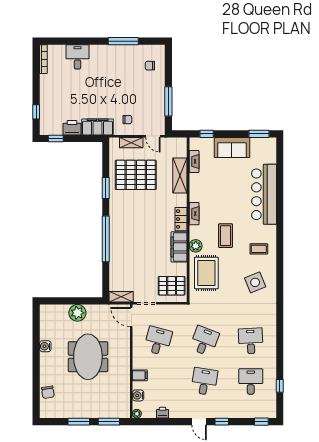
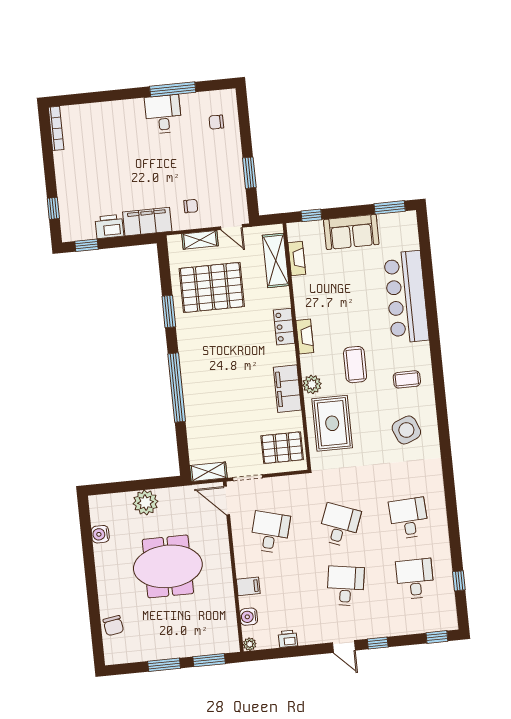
desk: (77, 57) -> (163, 114), moved
window: (168, 101) -> (249, 173), width x0.69
shelving: (180, 175) -> (276, 260), moved
locker: (181, 219) -> (284, 327), moved
water cooler: (45, 346) -> (100, 534), moved
meeting table: (88, 357) -> (168, 566), turned 90

